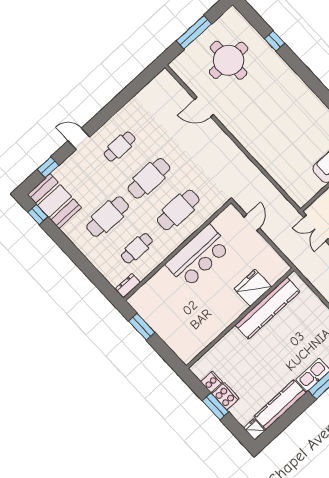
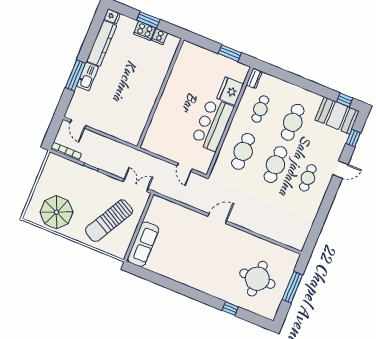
door: (204, 107) -> (217, 219), moved
fridge: (253, 288) -> (230, 91), moved, turned 180
kitchen counter: (268, 308) -> (144, 110), removed

